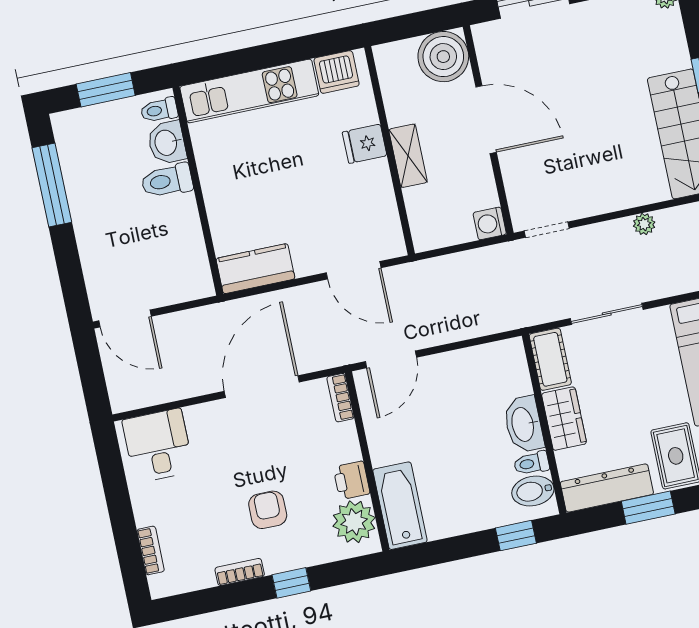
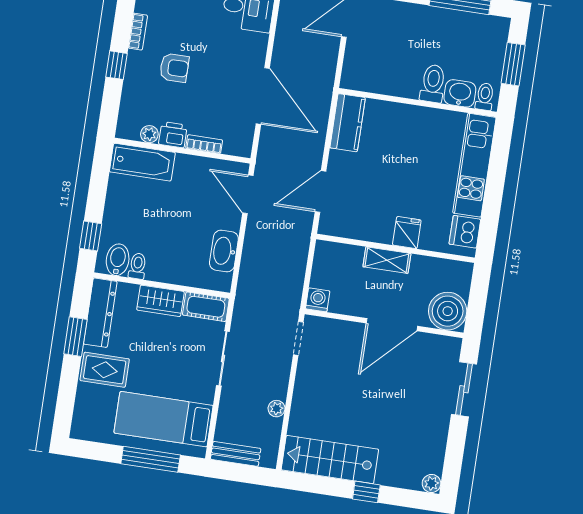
bookcase: (340, 398) -> (204, 144), moved
washbasin: (524, 424) -> (224, 251), moved, turned -90
plant: (354, 522) -> (149, 134), width x0.53, depth x0.53

